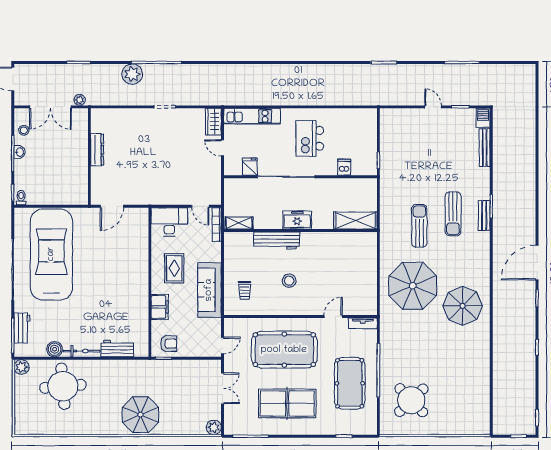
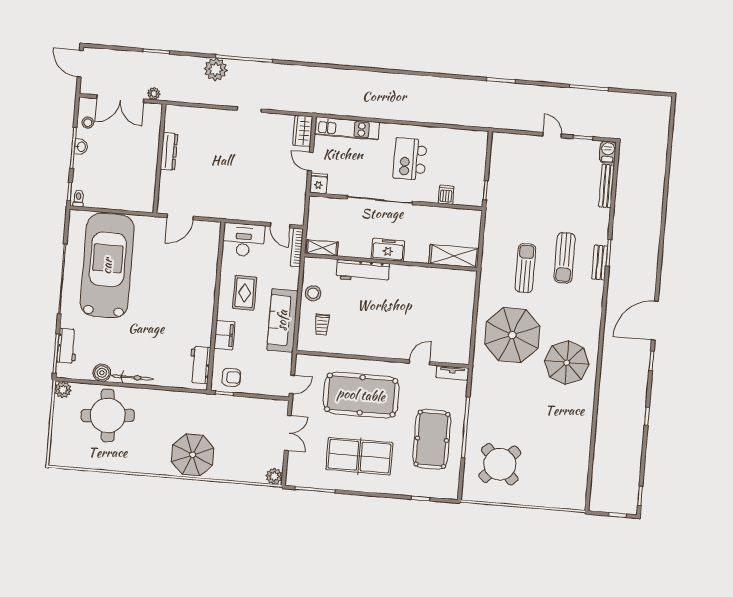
fridge: (250, 167) -> (319, 183), moved
stool: (289, 281) -> (313, 293), moved
workbench: (117, 349) -> (200, 365), moved, turned -90

